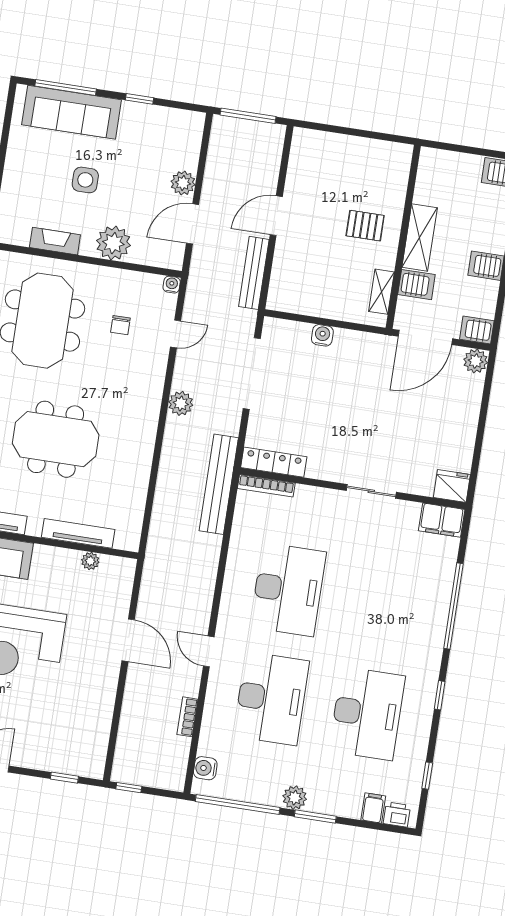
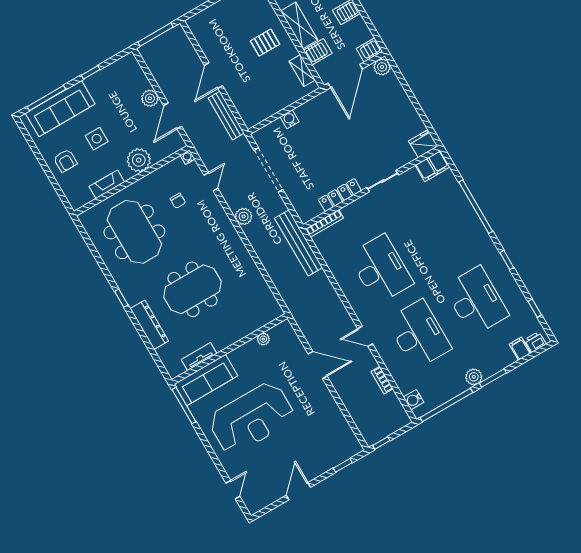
armchair: (30, 176) -> (65, 161), added
locker: (274, 462) -> (340, 195), moved
tv unit: (78, 533) -> (245, 330), removed

